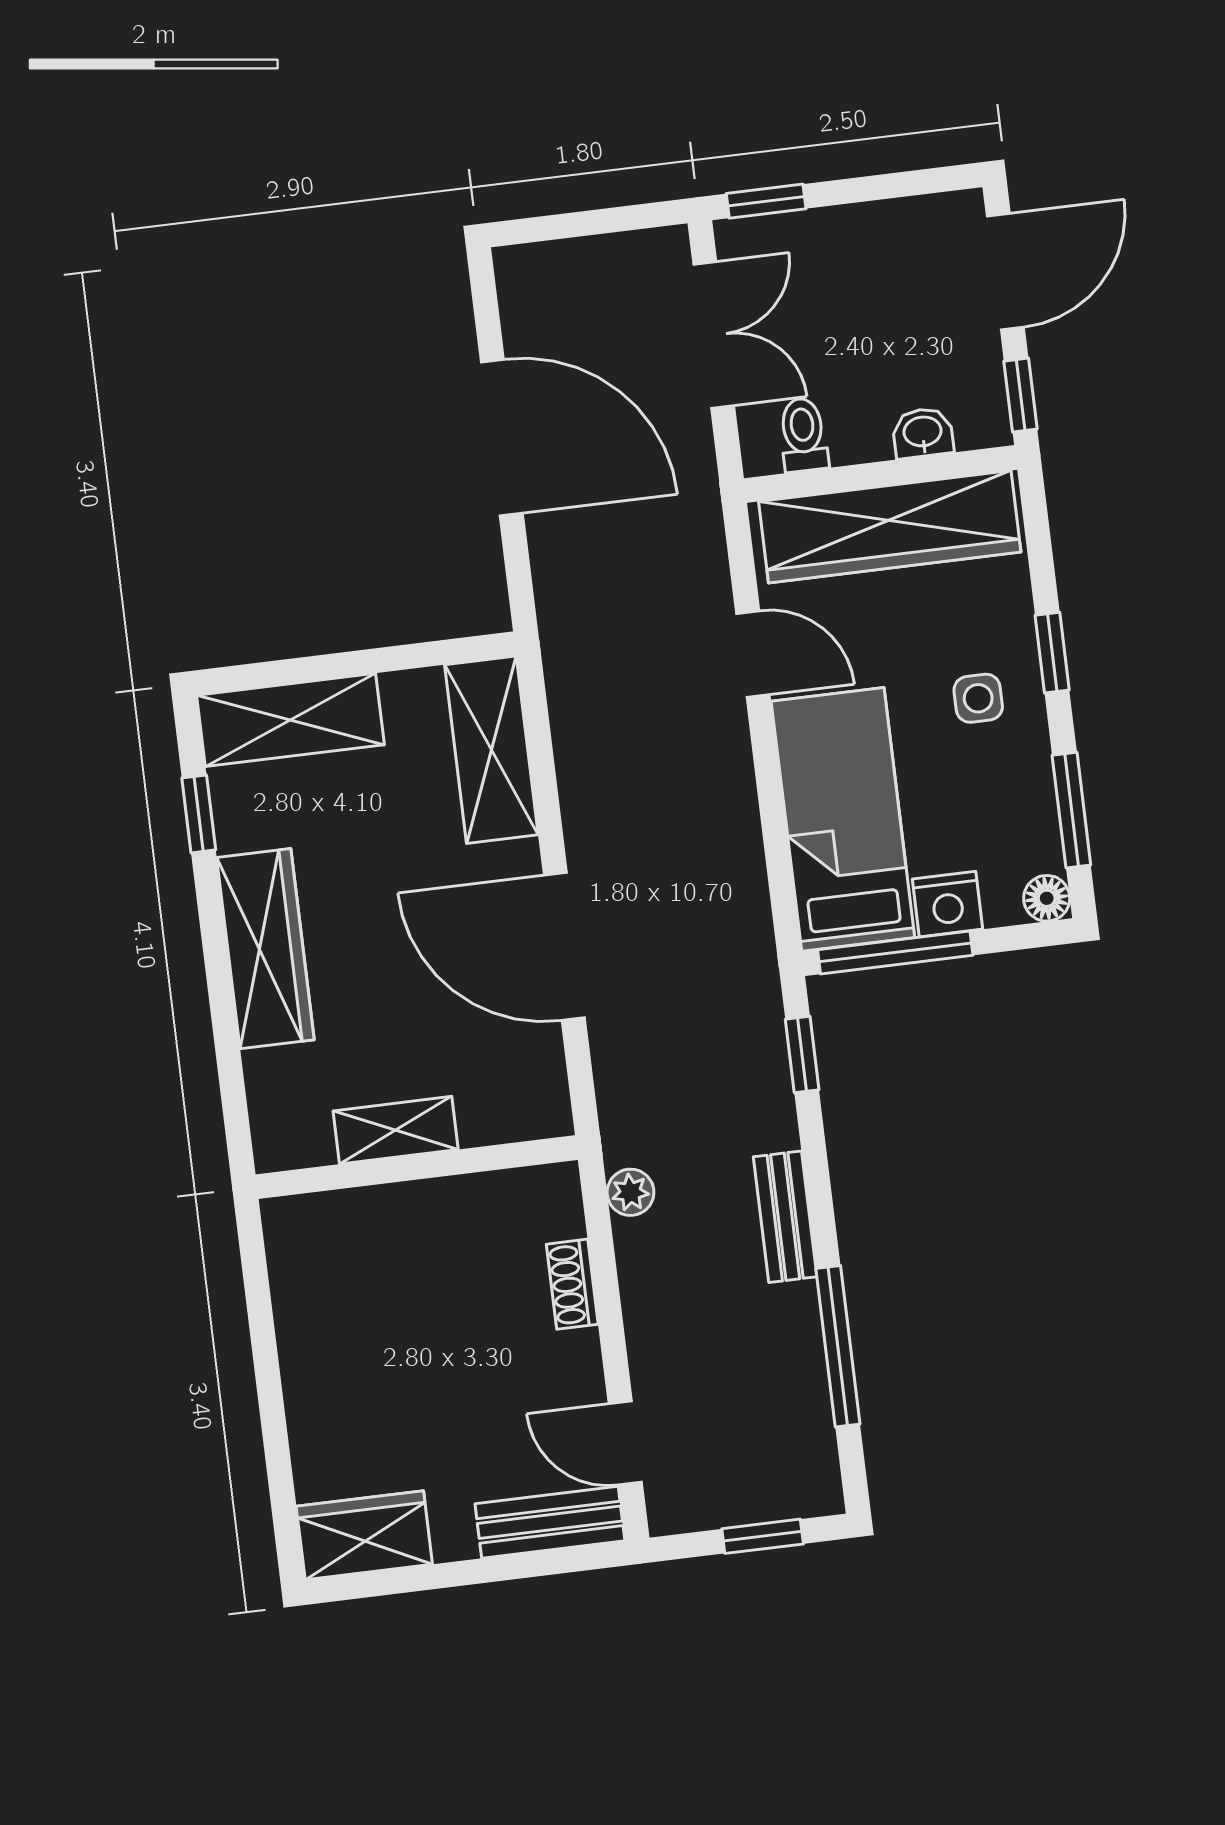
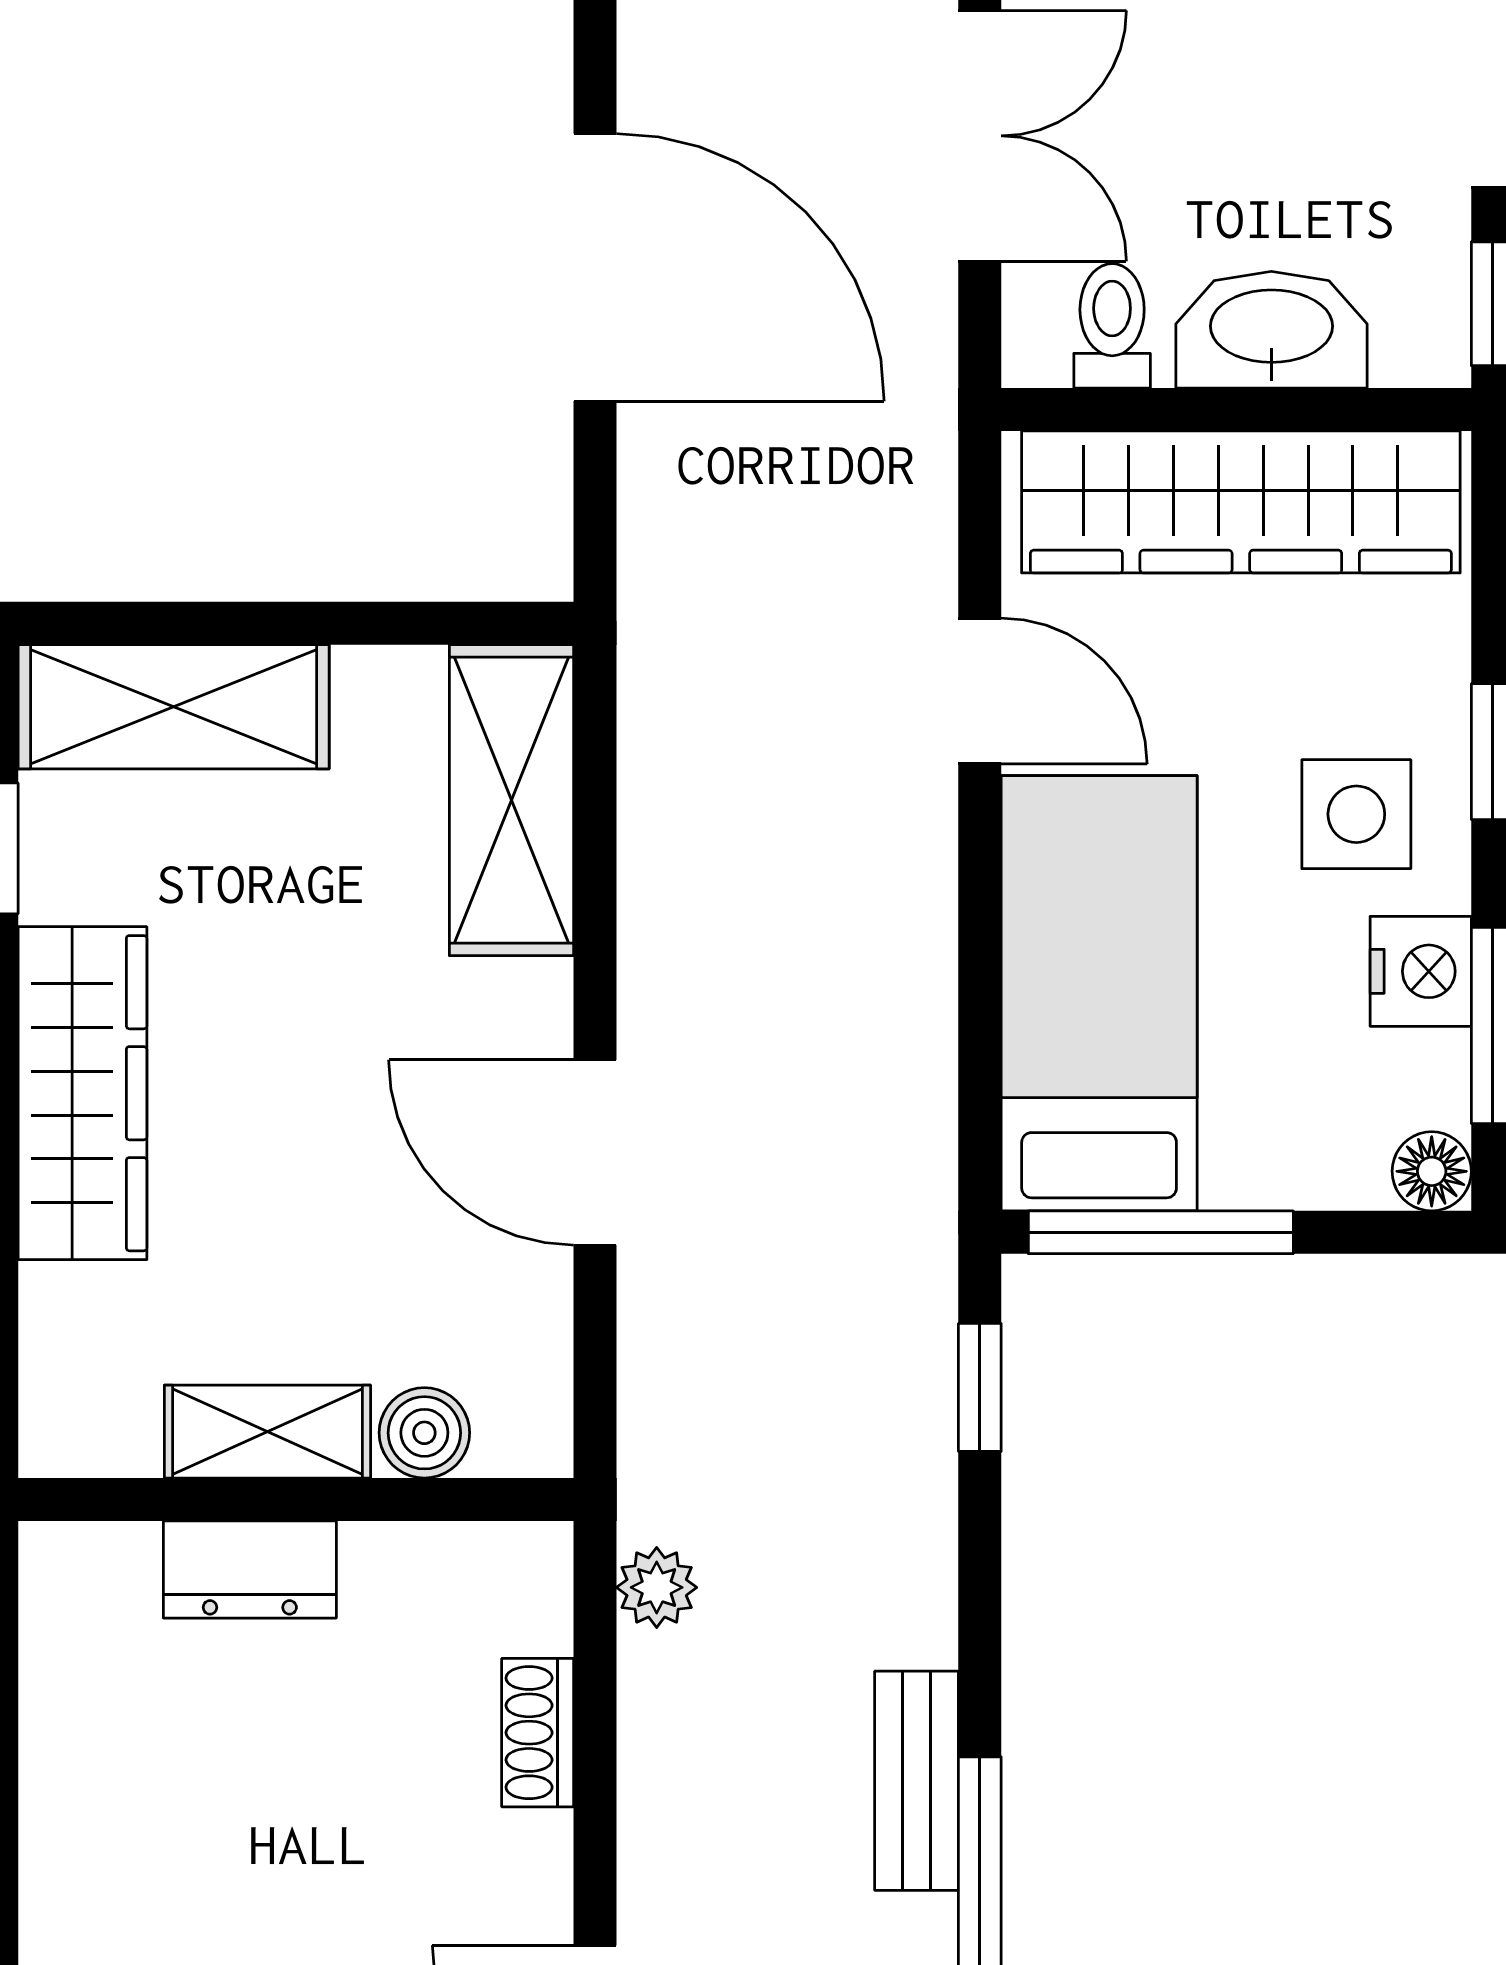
washbasin: (923, 433) -> (1271, 330), width x1.91, depth x1.45
side table: (978, 698) -> (1356, 814), width x1.37, depth x1.37
nightstand: (948, 904) -> (1421, 971), moved, turned -90
door: (564, 946) -> (595, 1152), width x0.73
boiler: (486, 1120) -> (424, 1433), added
dresser: (395, 1211) -> (250, 1569), added
bench: (785, 1217) -> (917, 1781), moved

